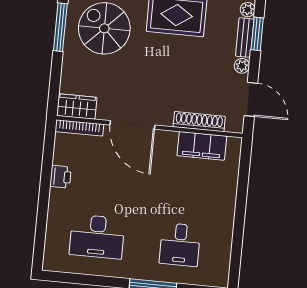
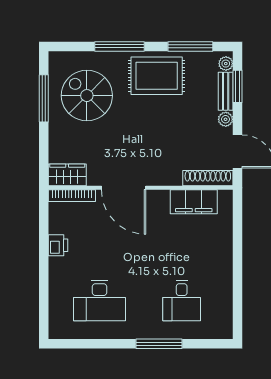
shoe rack: (199, 122) -> (208, 178), moved

